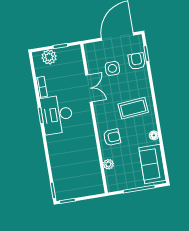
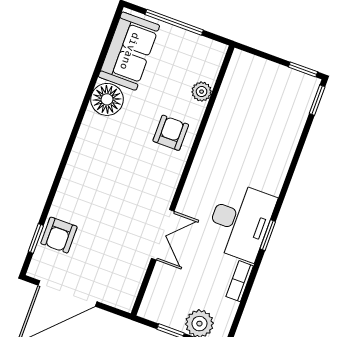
side table: (112, 68) -> (106, 246), removed
double door: (89, 88) -> (163, 235), swing flipped
coffee table: (133, 108) -> (109, 161), removed
floor lamp: (154, 135) -> (107, 99), width x1.89, depth x1.89
armchair: (112, 137) -> (171, 133), turned 93

